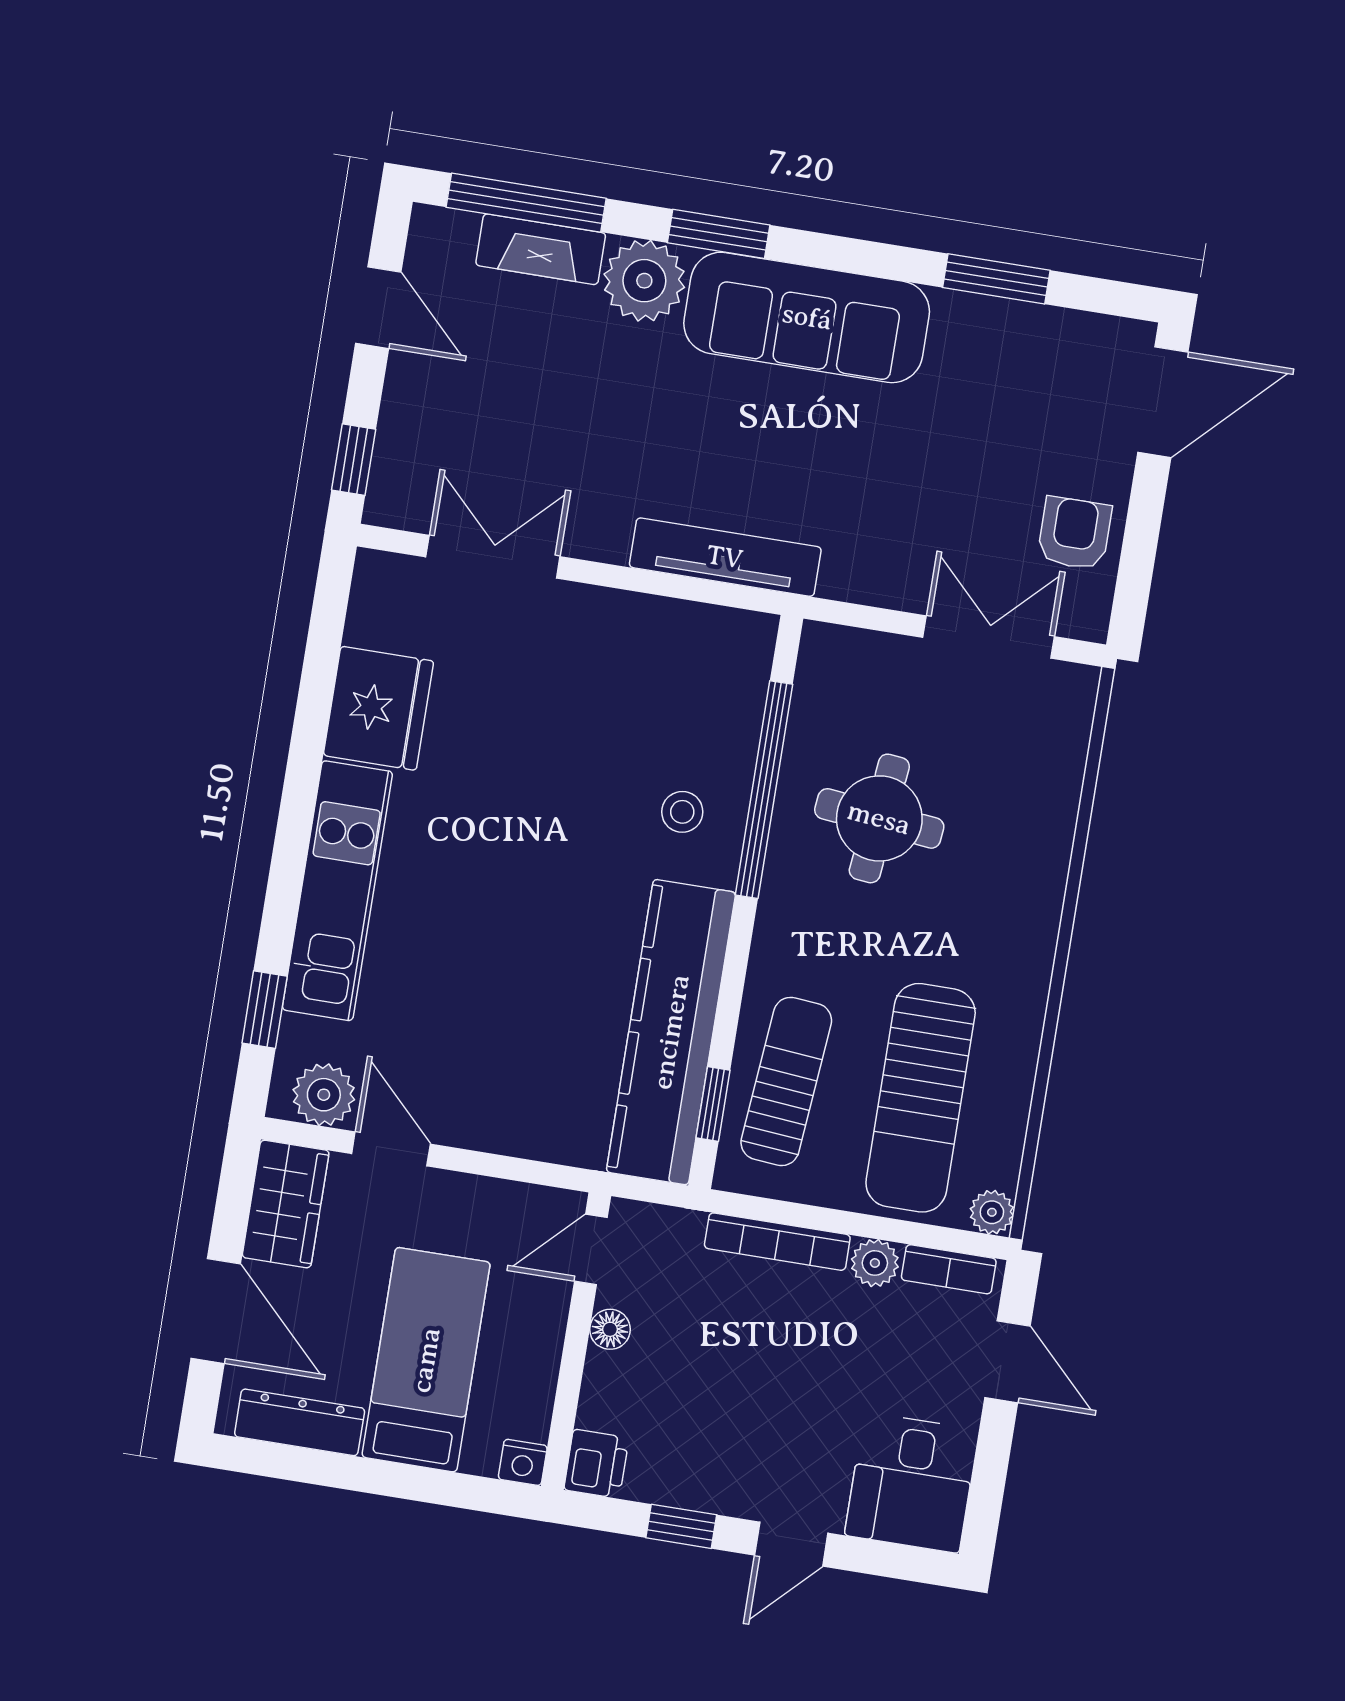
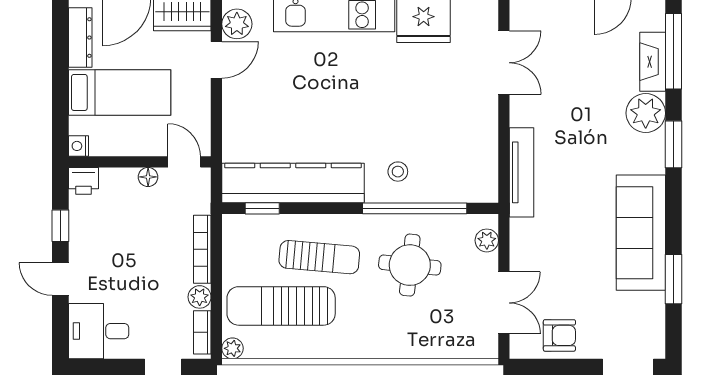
sofa: (807, 317) -> (641, 233), moved
plant: (854, 651) -> (487, 240), added
sun lounger: (786, 1081) -> (319, 257), moved

